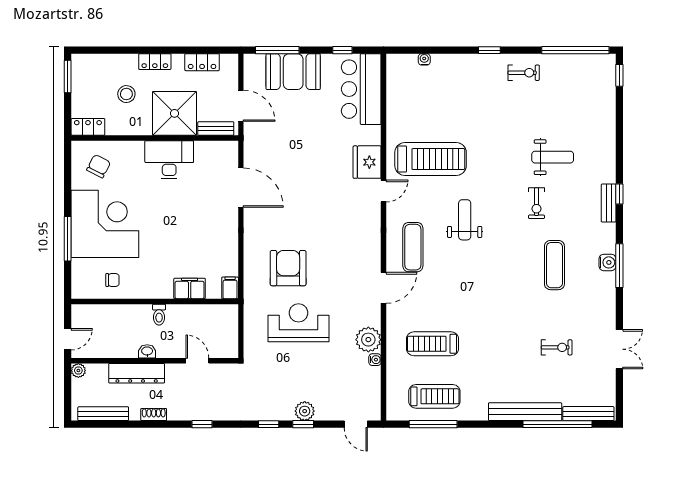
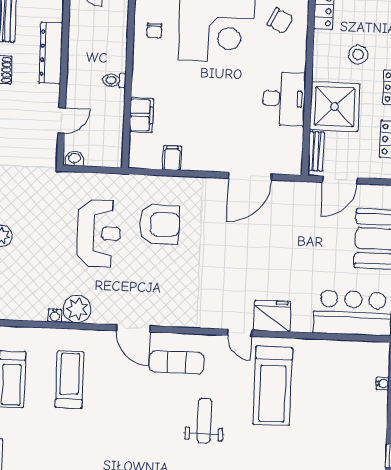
weight bench: (465, 220) -> (204, 421), turned -90
filing cabinet: (230, 288) -> (172, 158), moved, turned -90
washbasin: (147, 351) -> (74, 158), moved, turned -90

